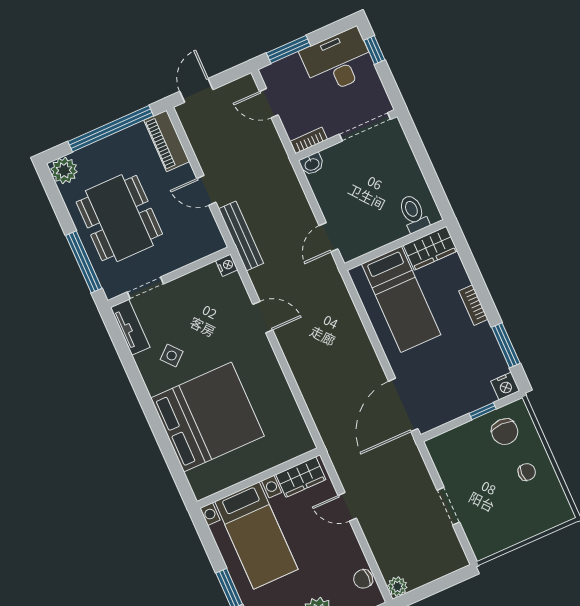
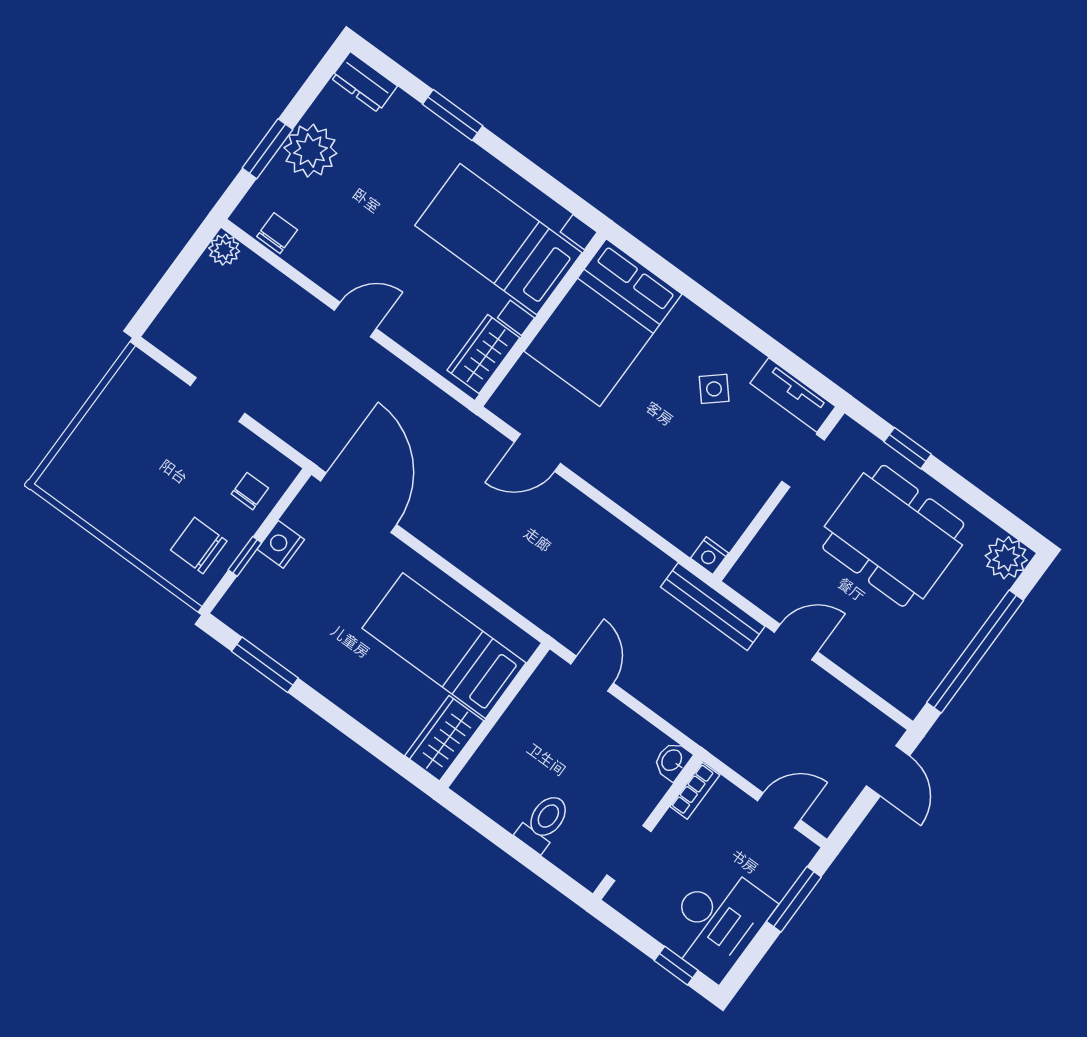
doorway: (365, 127) -> (629, 853), width x0.73
piano: (167, 141) -> (889, 679), removed
toilet: (413, 213) -> (544, 822), moved, turned -90
window: (84, 262) -> (908, 448), width x0.46
bookcase: (473, 305) -> (341, 694), removed
door: (263, 317) -> (538, 453), moved
nightstand: (505, 386) -> (281, 544), moved
bed: (208, 417) -> (603, 323), width x0.73
chair: (527, 472) -> (250, 491), moved, turned 180
wardrobe: (301, 477) -> (483, 354), moved
wall: (259, 478) -> (540, 319), moved
bed with nightstands: (256, 535) -> (498, 239), moved

